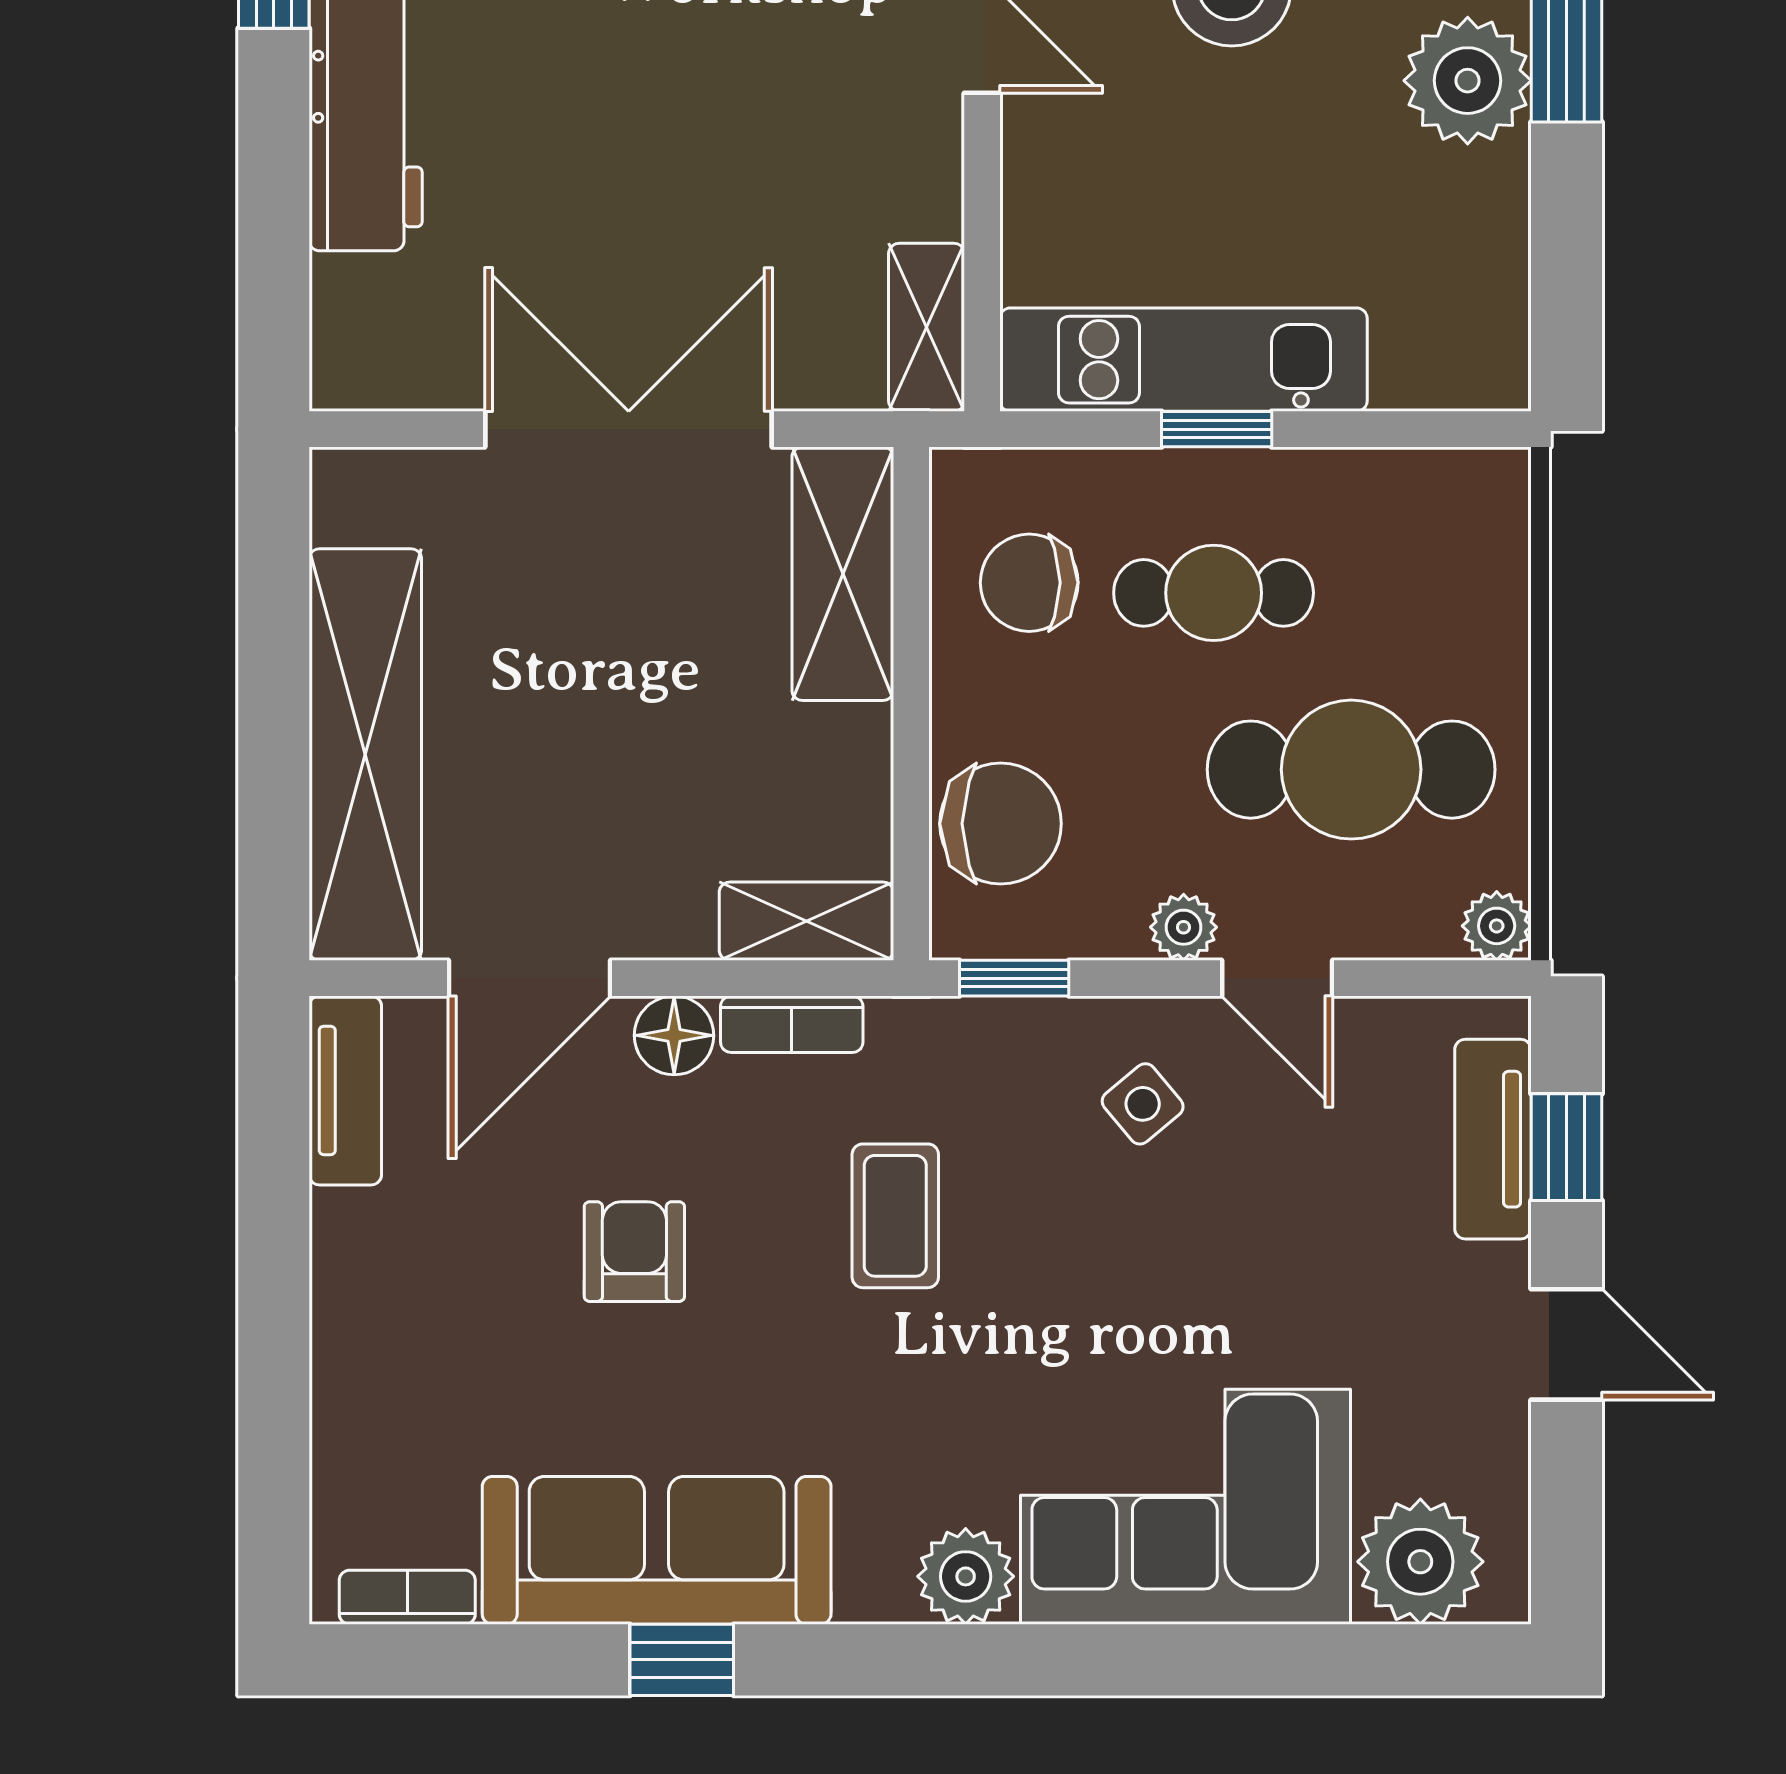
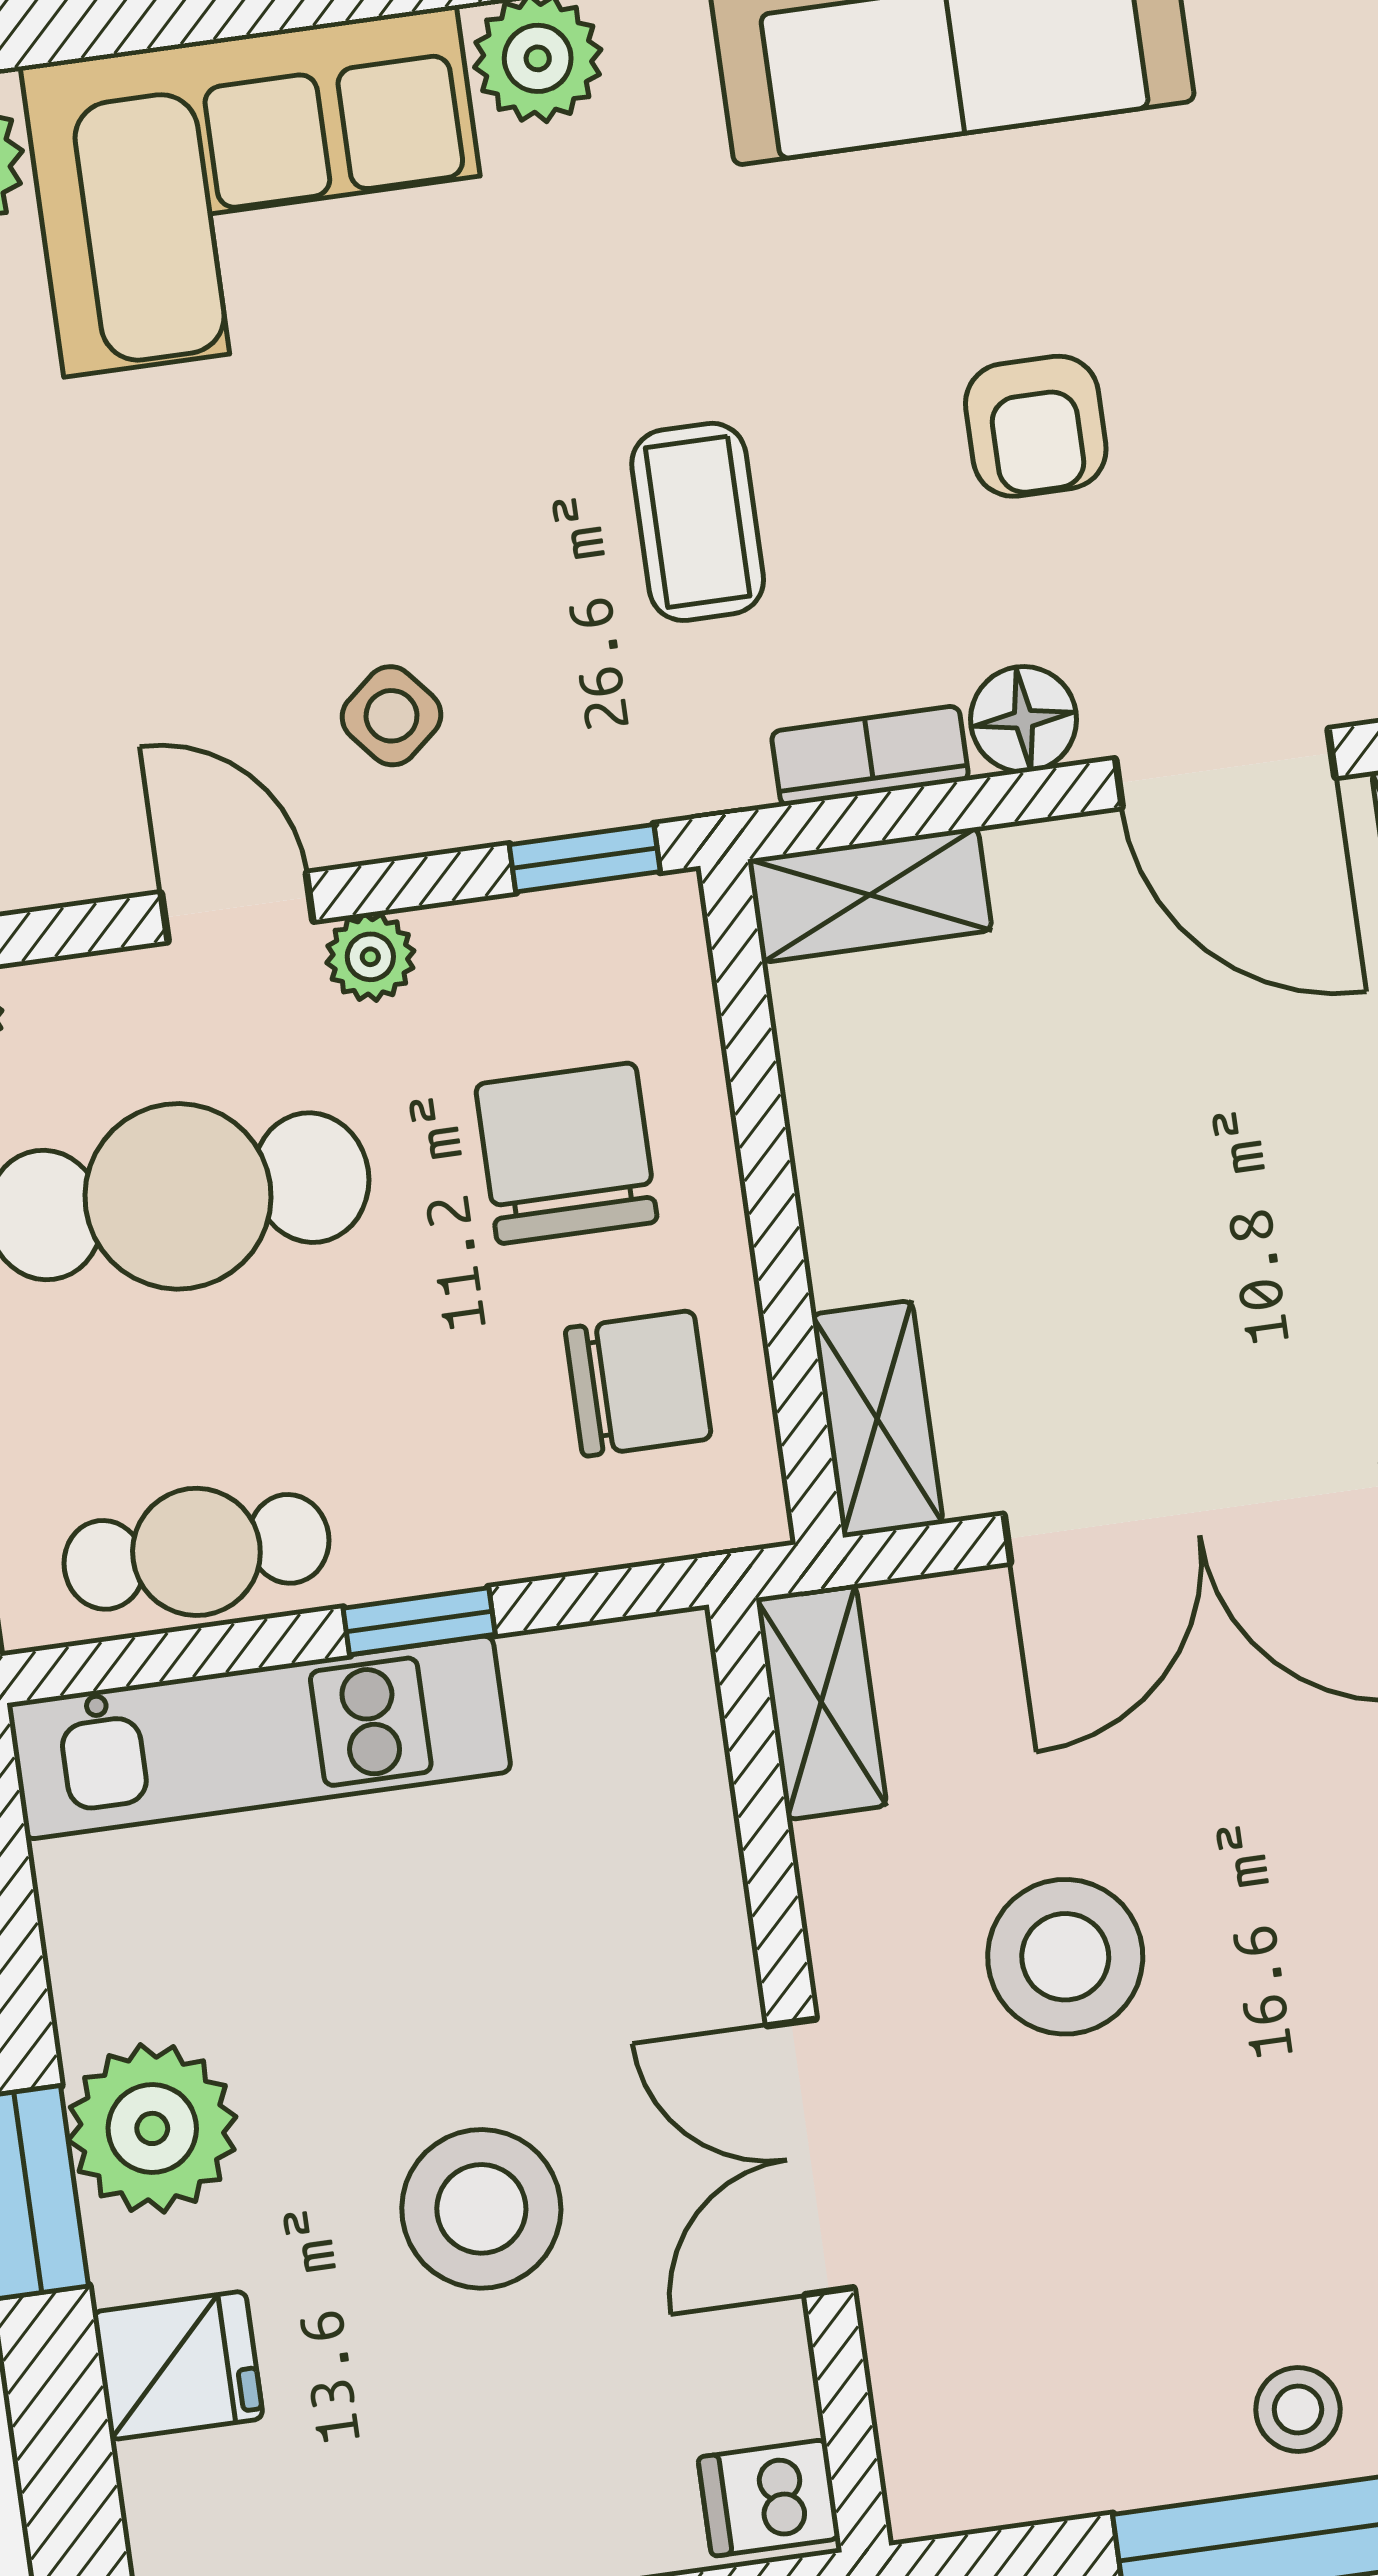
stool: (772, 113) -> (1065, 1957), added
kitchen unit: (1183, 360) -> (259, 1737), moved
shelving: (843, 574) -> (877, 1419), width x0.67, depth x0.75
cafe table: (1214, 593) -> (196, 1552), moved
chair: (1001, 824) -> (566, 1153), moved, turned 90
door: (530, 978) -> (1225, 768), swing flipped

